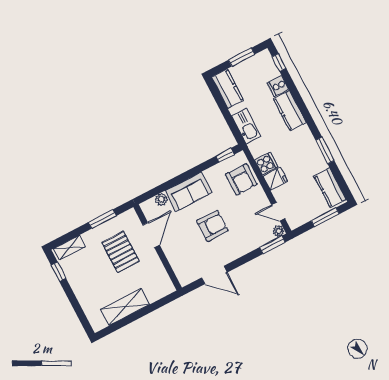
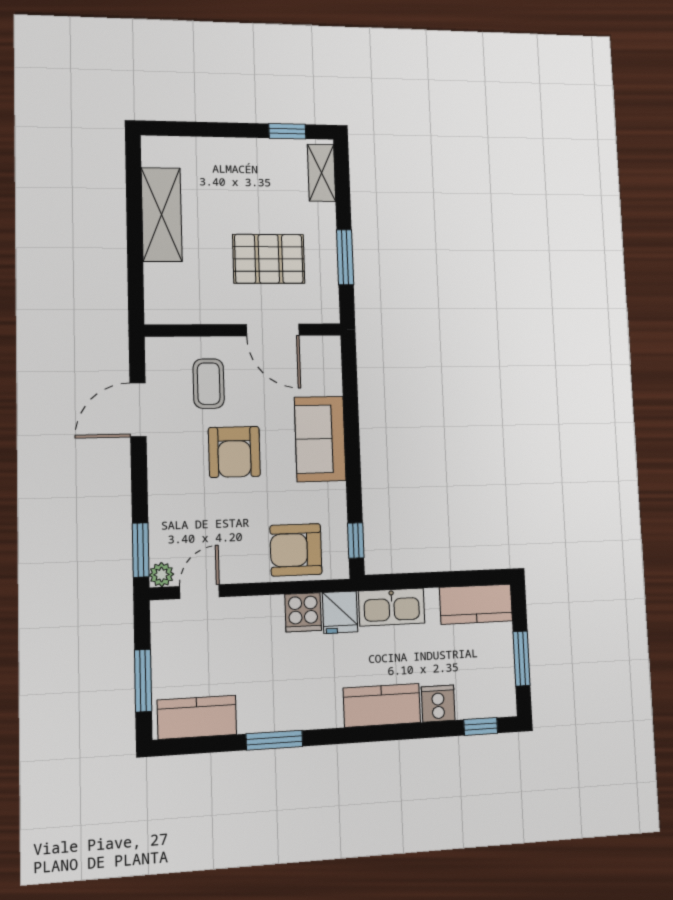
fridge: (275, 179) -> (340, 612), moved
plant: (161, 199) -> (330, 381), removed
coffee table: (188, 251) -> (209, 384), added

